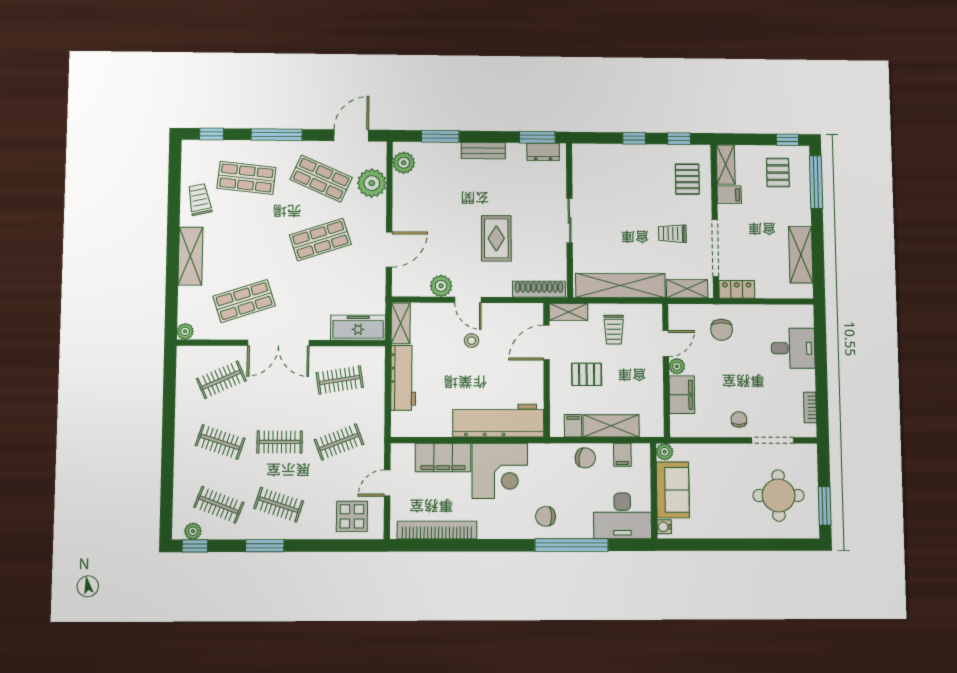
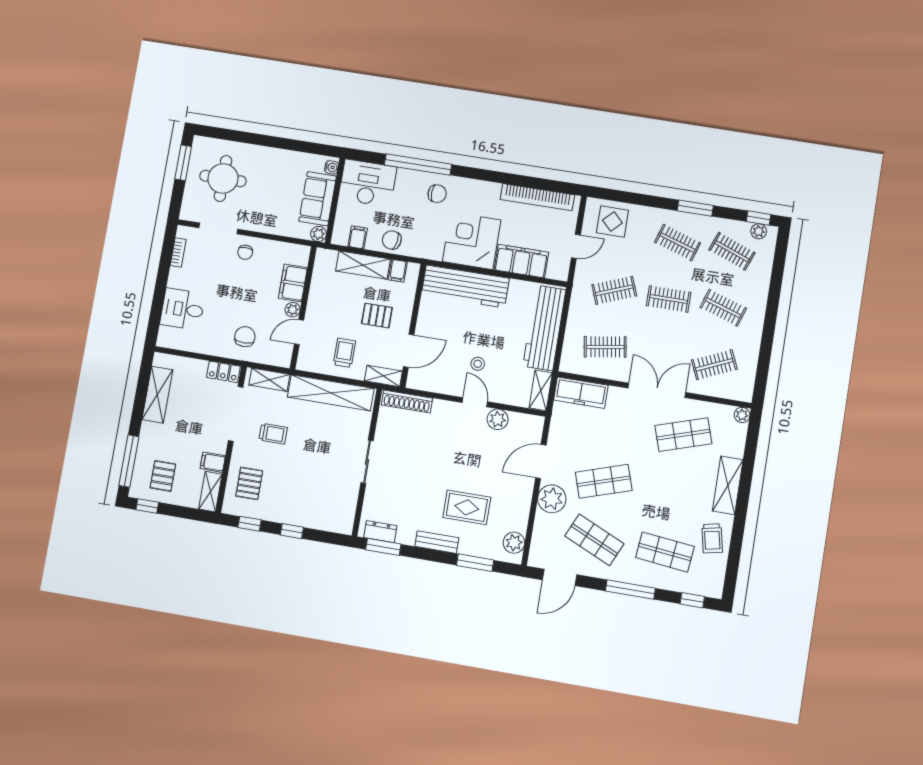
plant: (372, 183) -> (552, 499), moved
rug: (496, 238) -> (467, 507), moved, turned 90
workbench: (403, 378) -> (544, 328), width x1.36, depth x1.32

